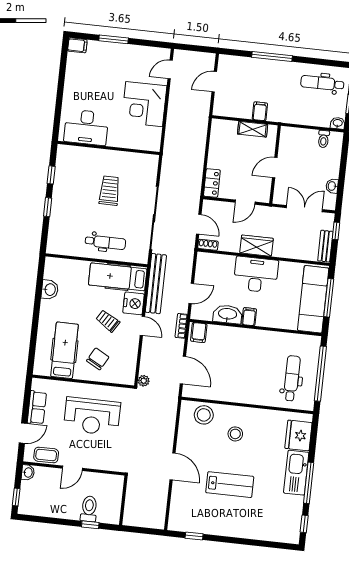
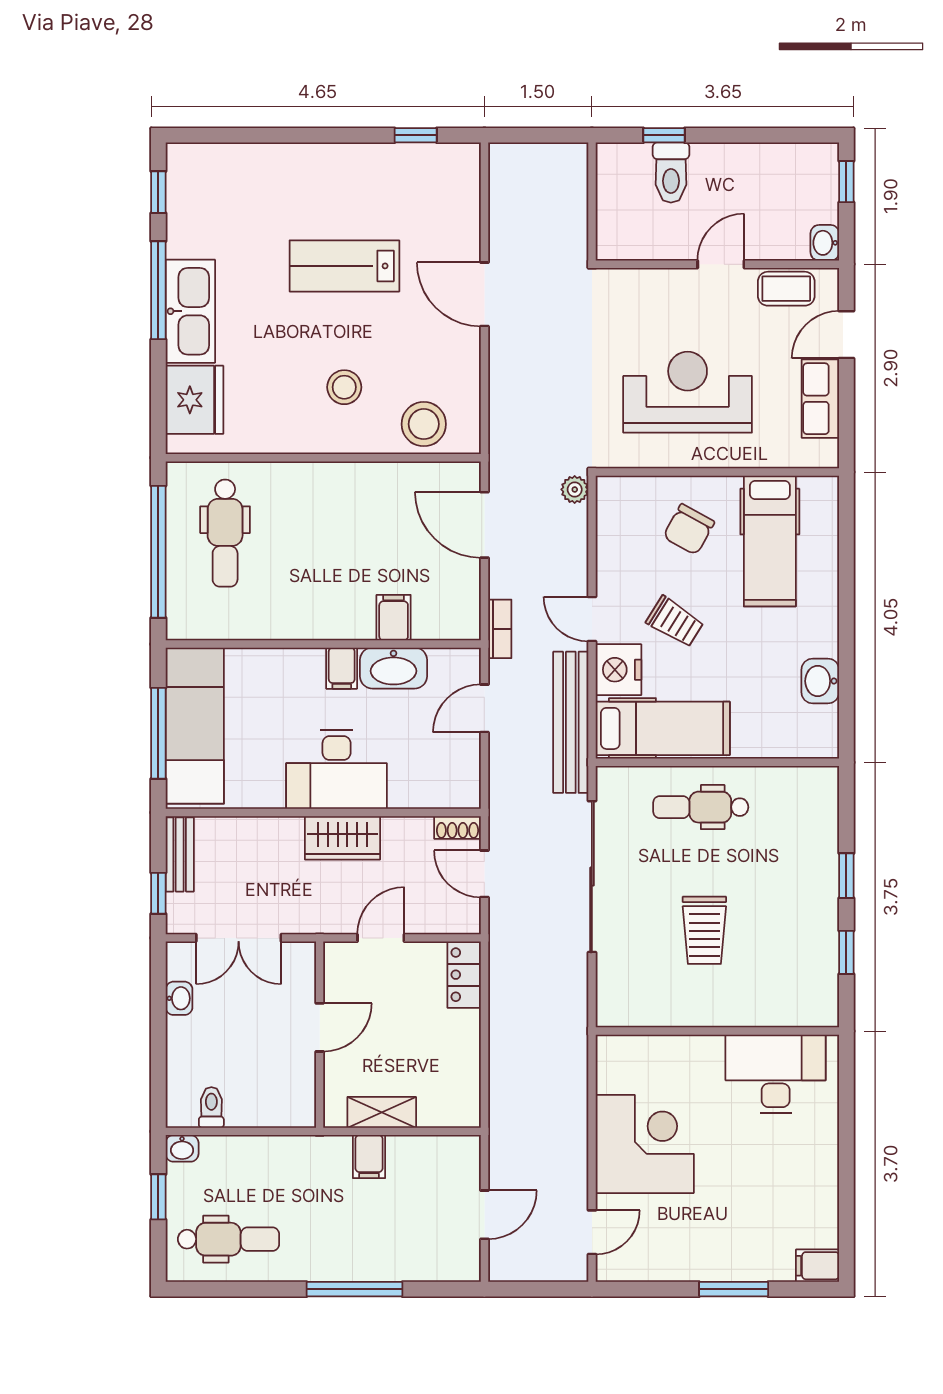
filing cabinet: (199, 333) -> (394, 618), moved

